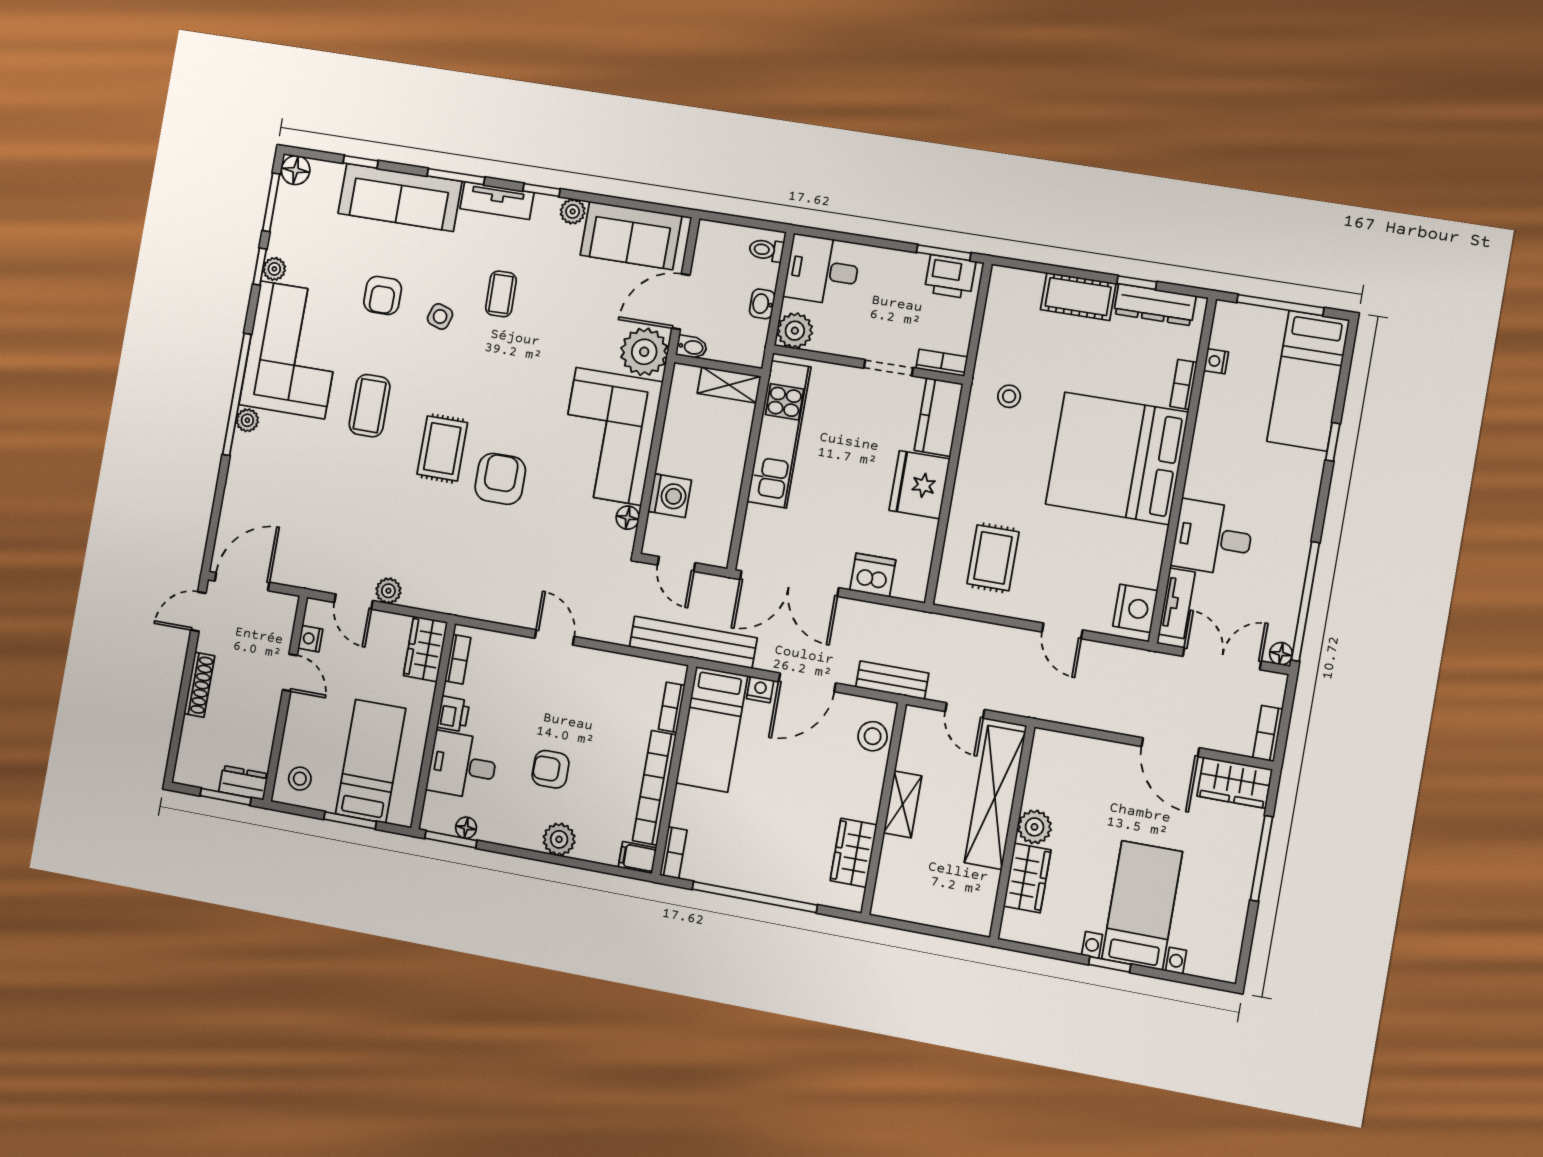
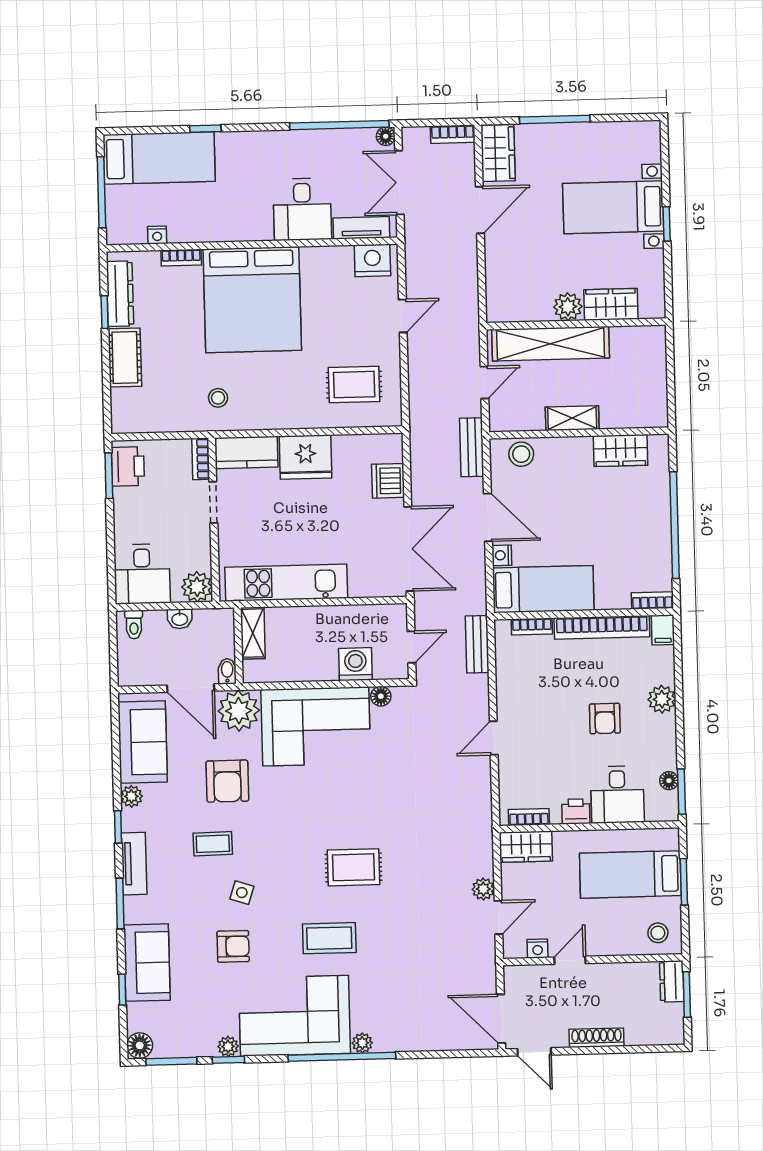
sofa: (400, 197) -> (147, 963), width x0.73
armchair: (500, 479) -> (227, 781), moved, turned -90
bench: (693, 642) -> (477, 644), width x0.54, depth x0.82

